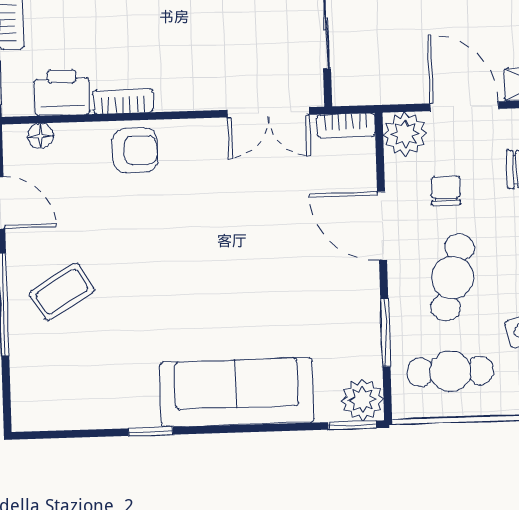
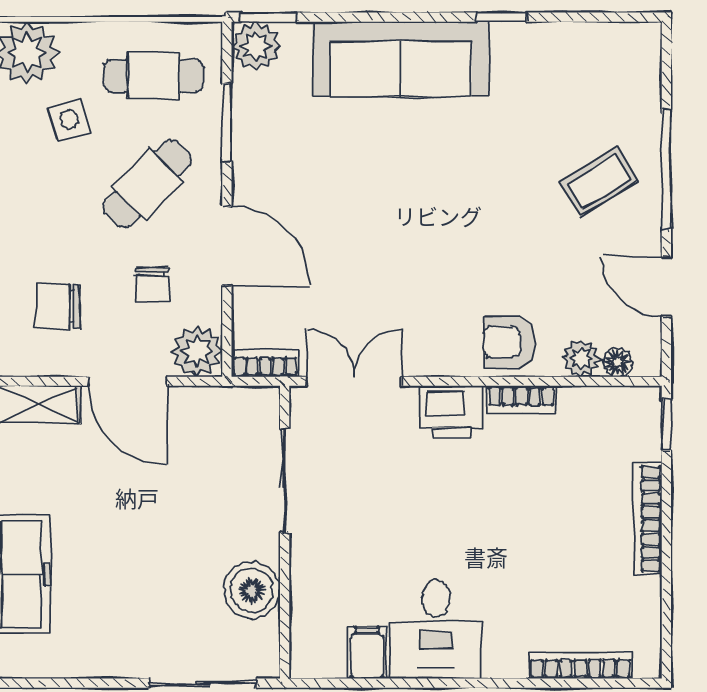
printer: (62, 92) -> (451, 412), moved
plant: (72, 138) -> (581, 358), added
cafe table: (452, 278) -> (147, 184), turned 30

